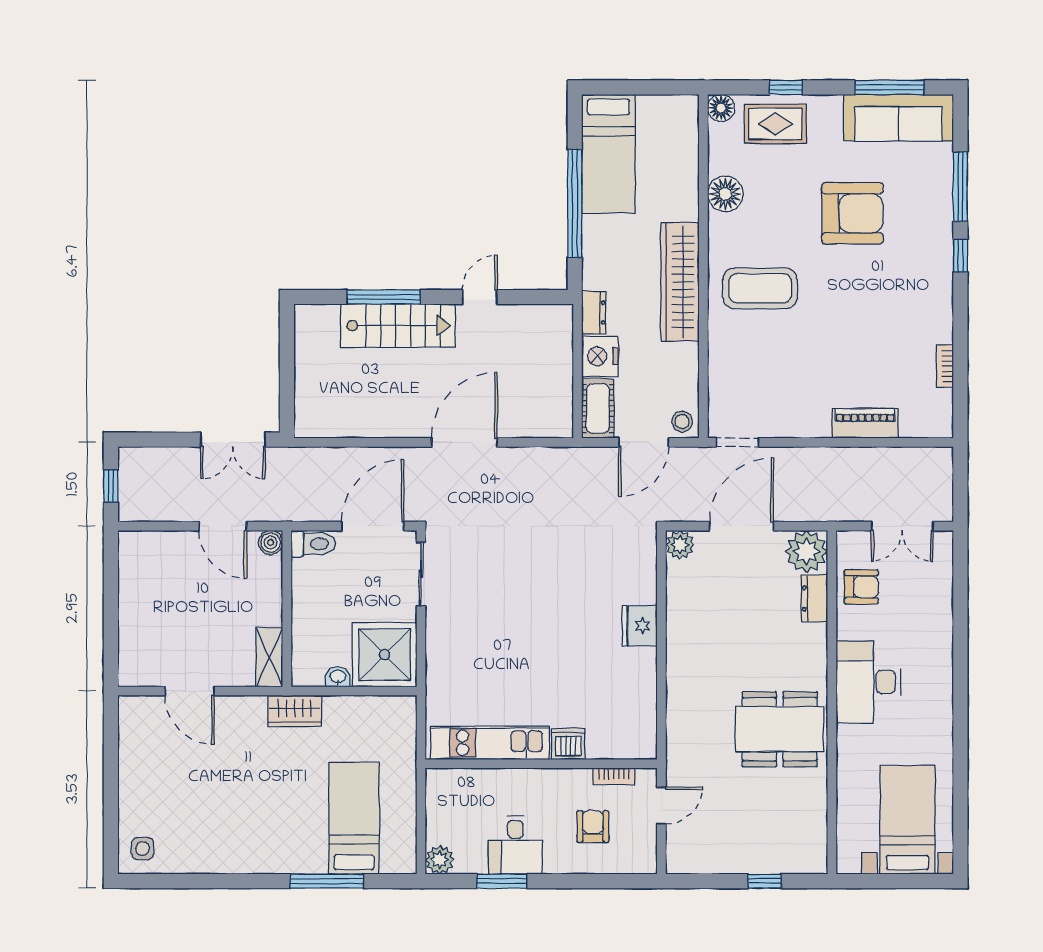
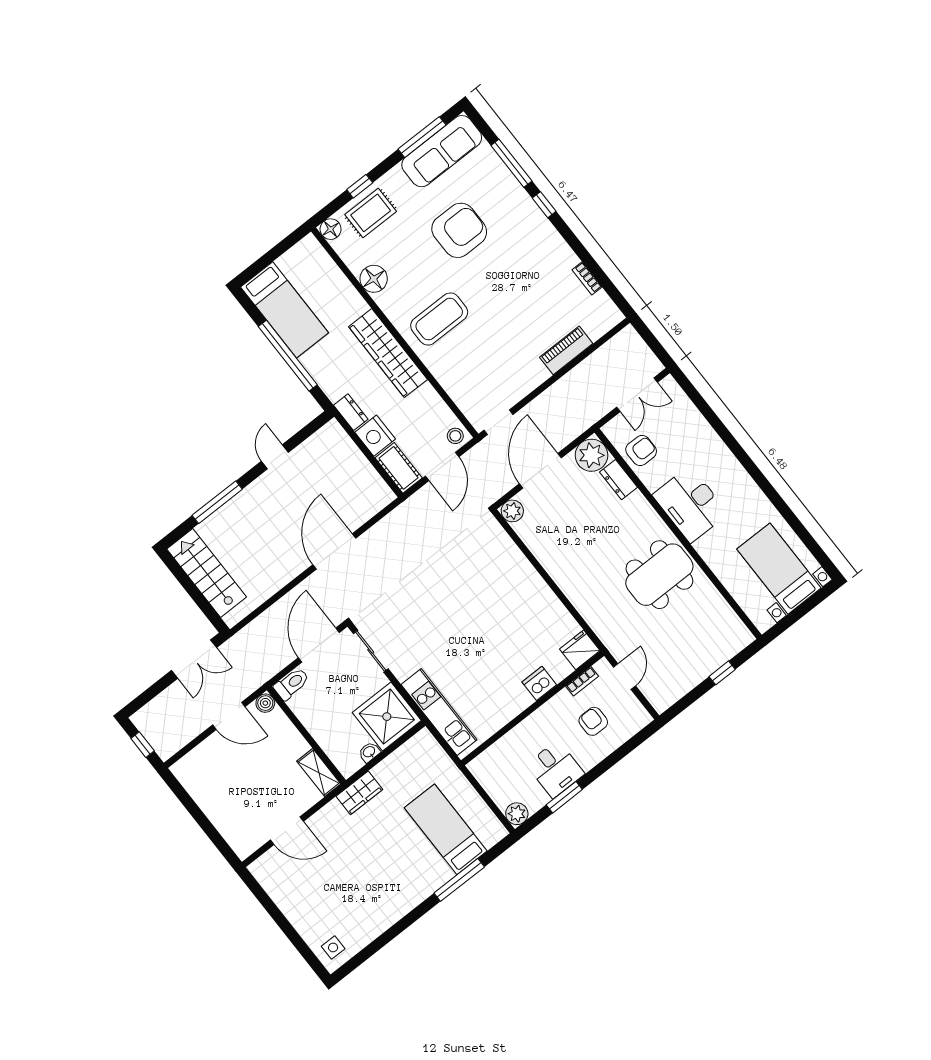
stairs: (398, 326) -> (207, 573), moved, turned -90
fridge: (640, 626) -> (580, 650), moved, turned 90
kitchen unit: (490, 743) -> (439, 712), moved, turned 90

